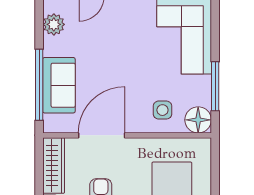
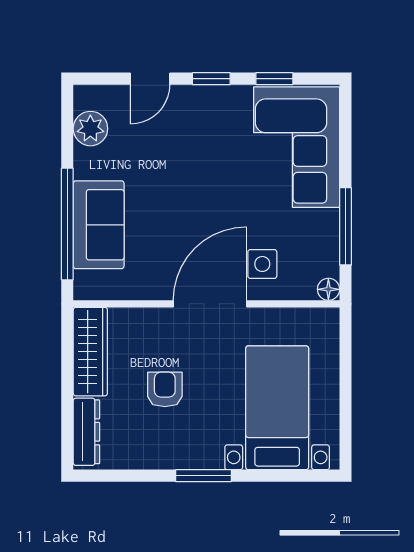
floor lamp: (198, 120) -> (328, 289), width x0.53, depth x0.53
door: (102, 135) -> (210, 304), moved

